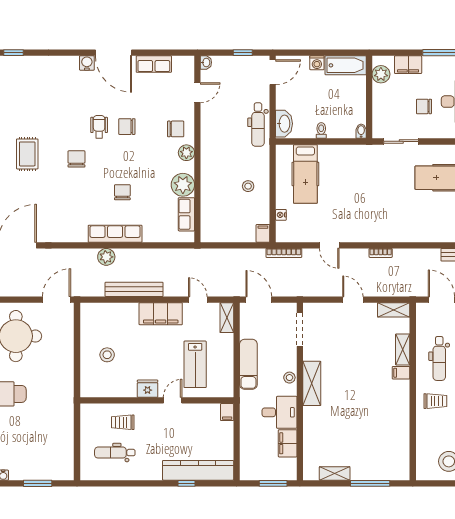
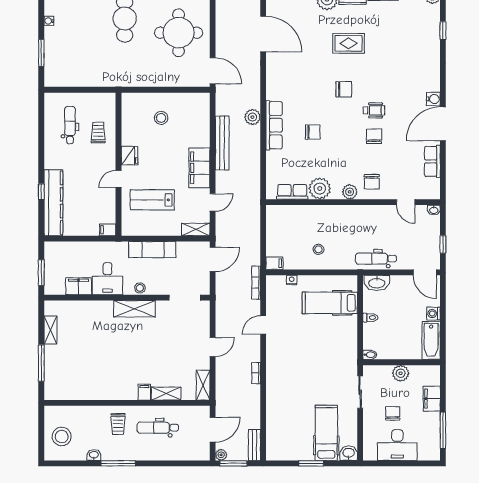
plant: (381, 74) -> (401, 373), moved
door: (173, 400) -> (119, 179), swing flipped

